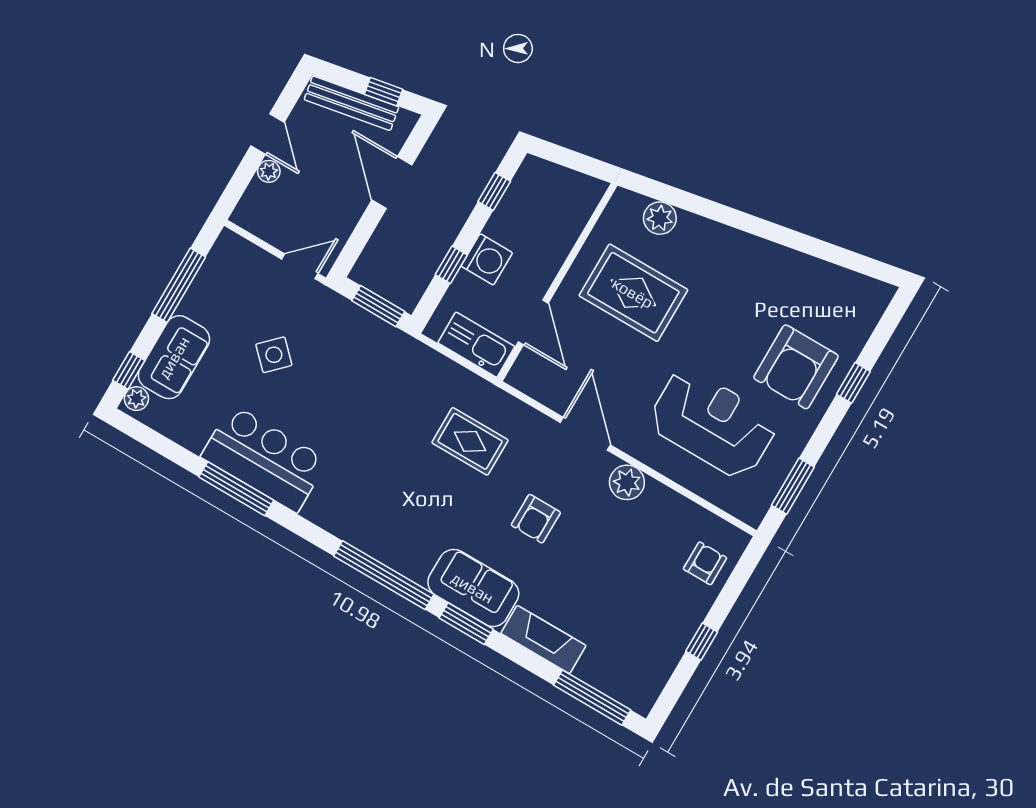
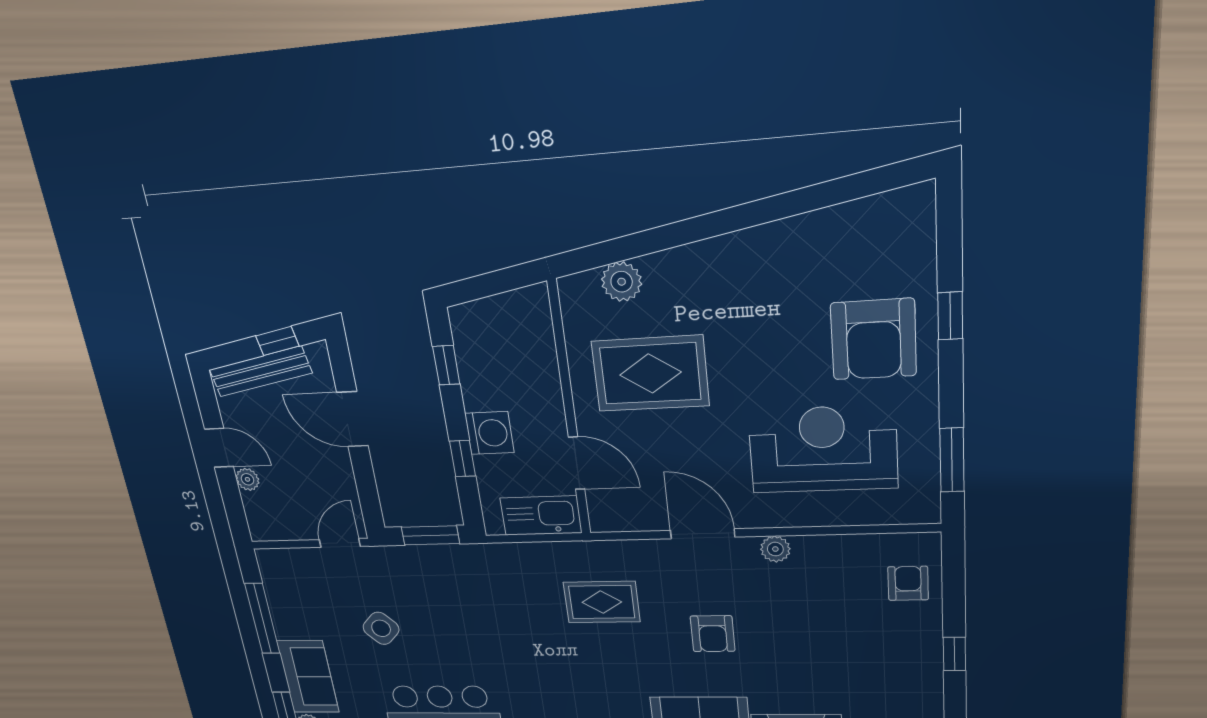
plant: (627, 482) -> (775, 549), width x0.73, depth x0.73

